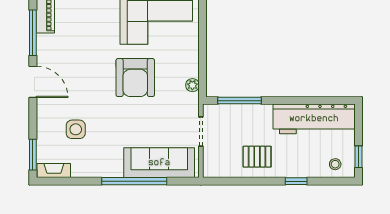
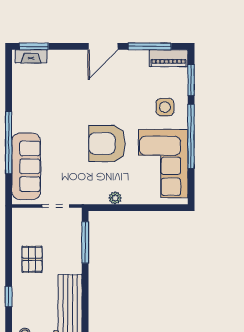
plant: (192, 85) -> (115, 198), moved
side table: (76, 129) -> (165, 107), moved
fireplace: (54, 171) -> (31, 56), moved, turned 90

